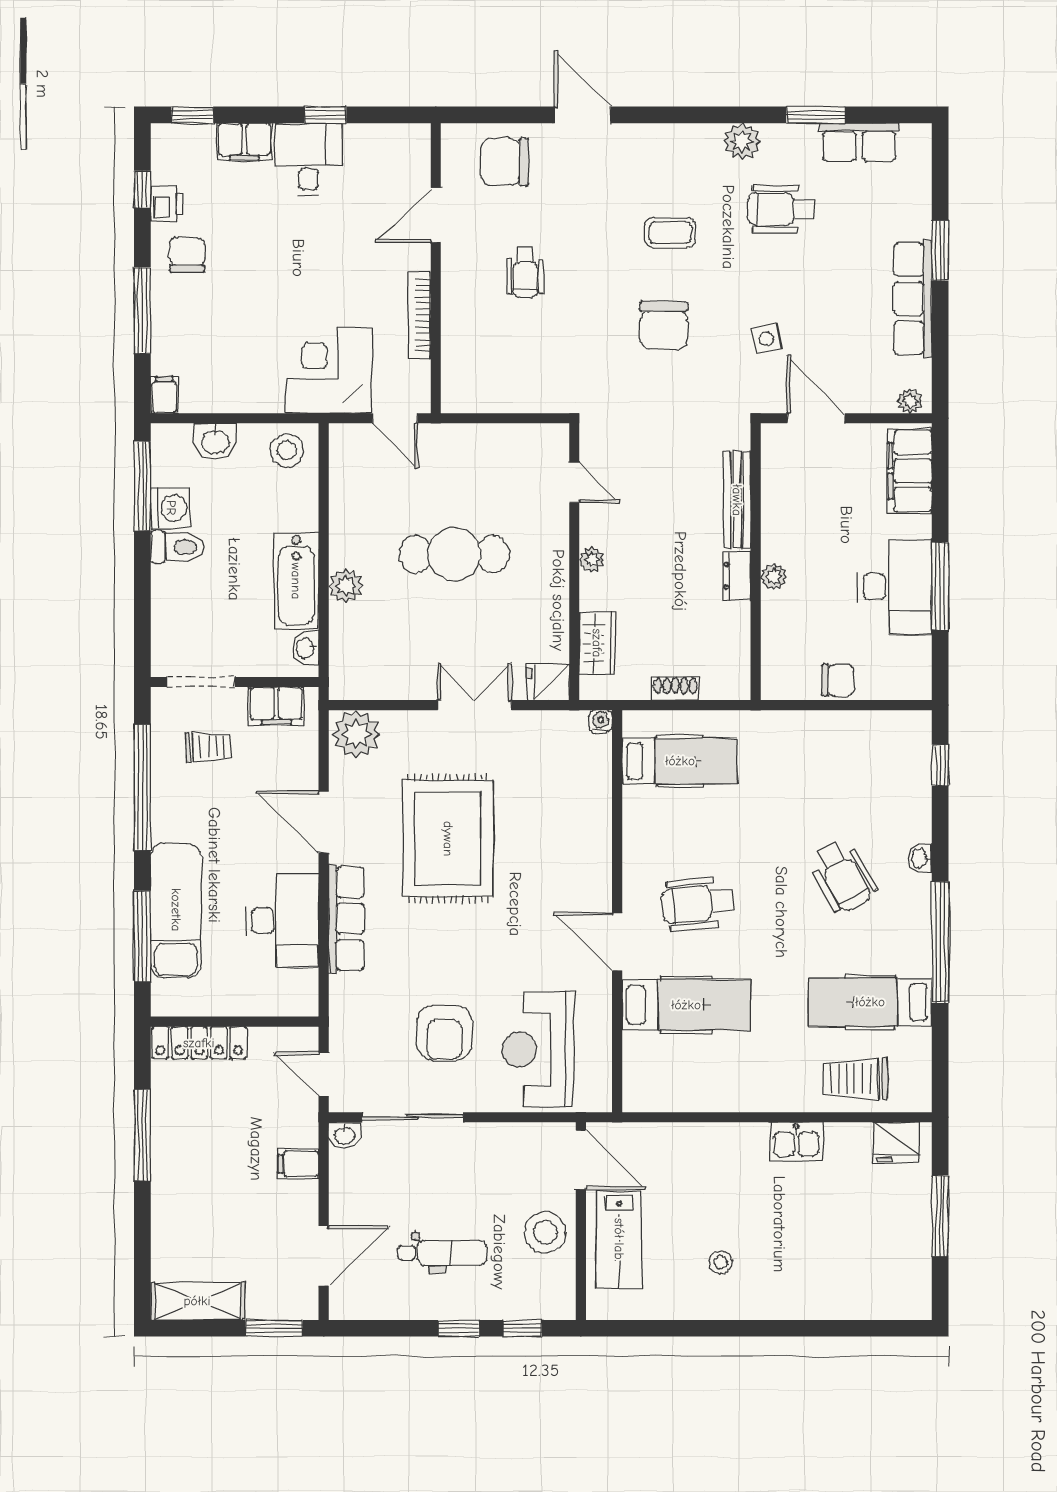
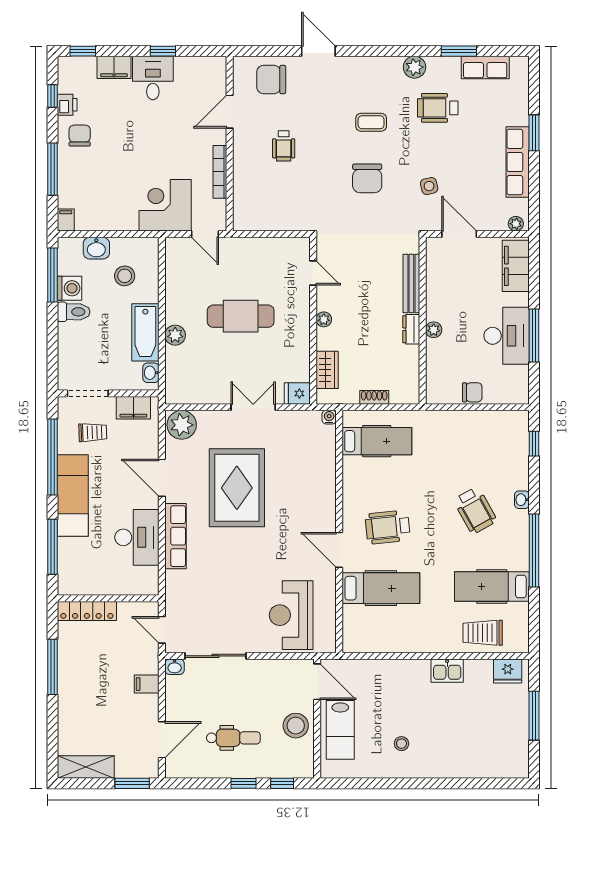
stool: (287, 450) -> (125, 276), moved
exam couch: (176, 910) -> (73, 496), moved
armchair: (445, 1033) -> (235, 605), removed

